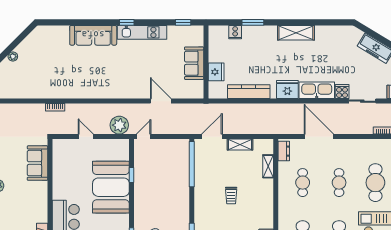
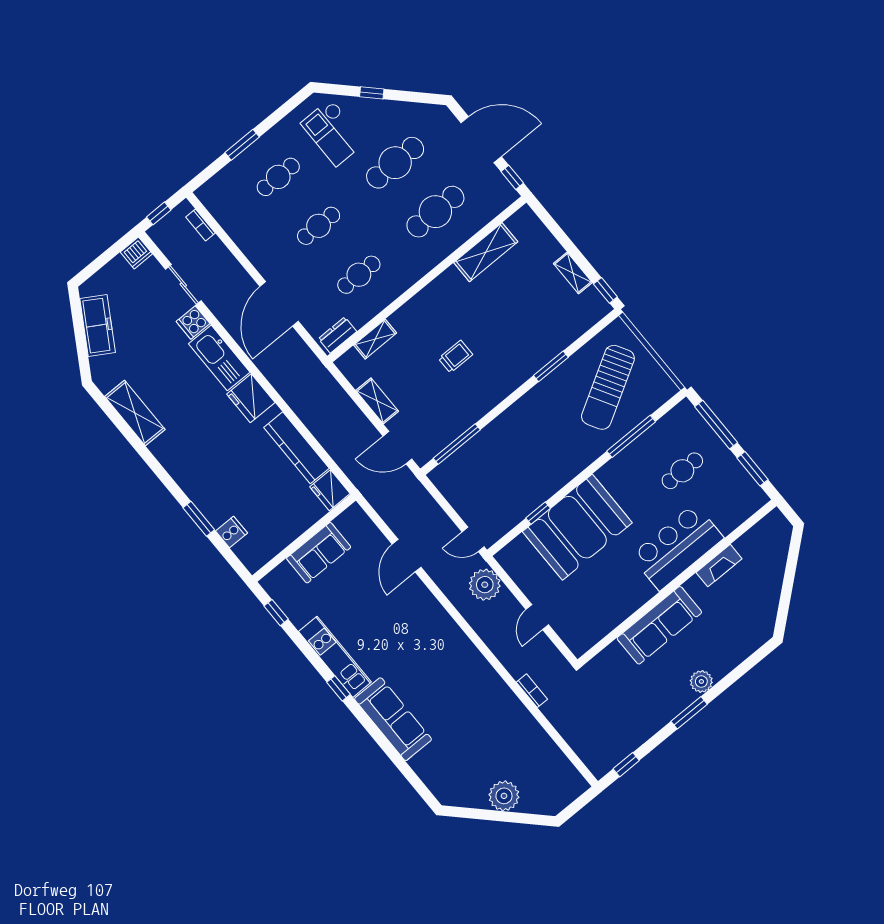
shelving: (296, 33) -> (135, 413), moved
plant: (13, 56) -> (504, 796), width x1.87, depth x1.87
fridge: (216, 72) -> (330, 490), moved, turned -90
sofa: (37, 163) -> (659, 625), moved, width x1.36
window: (192, 164) -> (457, 444), width x0.68
cafe table: (375, 183) -> (278, 177), width x0.73, depth x0.74

